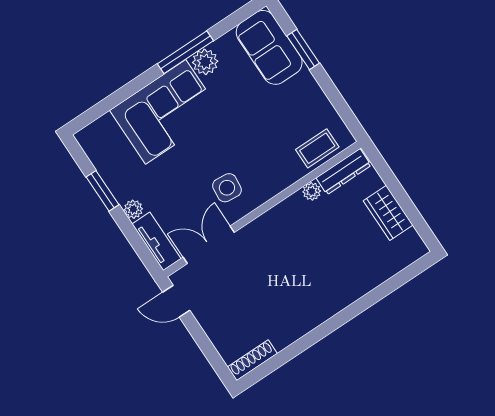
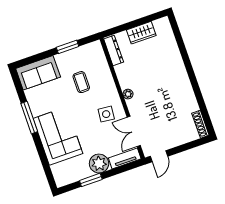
window: (303, 49) -> (68, 47), moved
plant: (205, 62) -> (37, 108), removed
coffee table: (317, 148) -> (81, 82), moved
plant: (312, 191) -> (128, 94), moved
plant: (133, 209) -> (99, 164), width x1.88, depth x1.88

